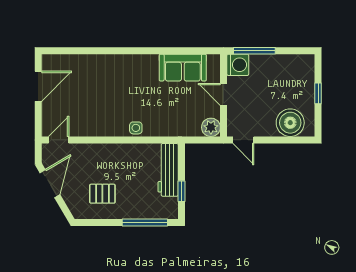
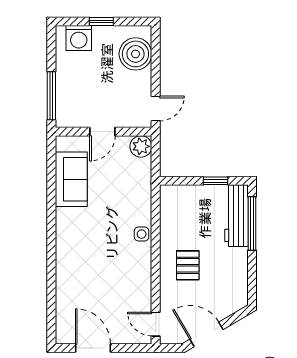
washing machine: (238, 65) -> (79, 38), moved, turned 180
workbench: (168, 170) -> (236, 216), moved, turned 90
pallet: (102, 194) -> (188, 265), moved

